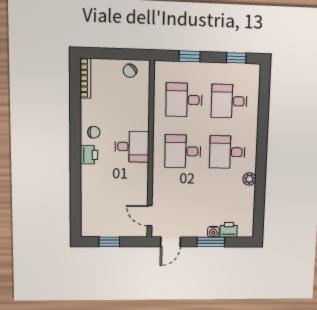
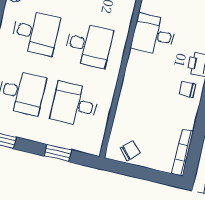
desk: (184, 100) -> (74, 105), turned 180
desk: (132, 147) -> (154, 35), moved

